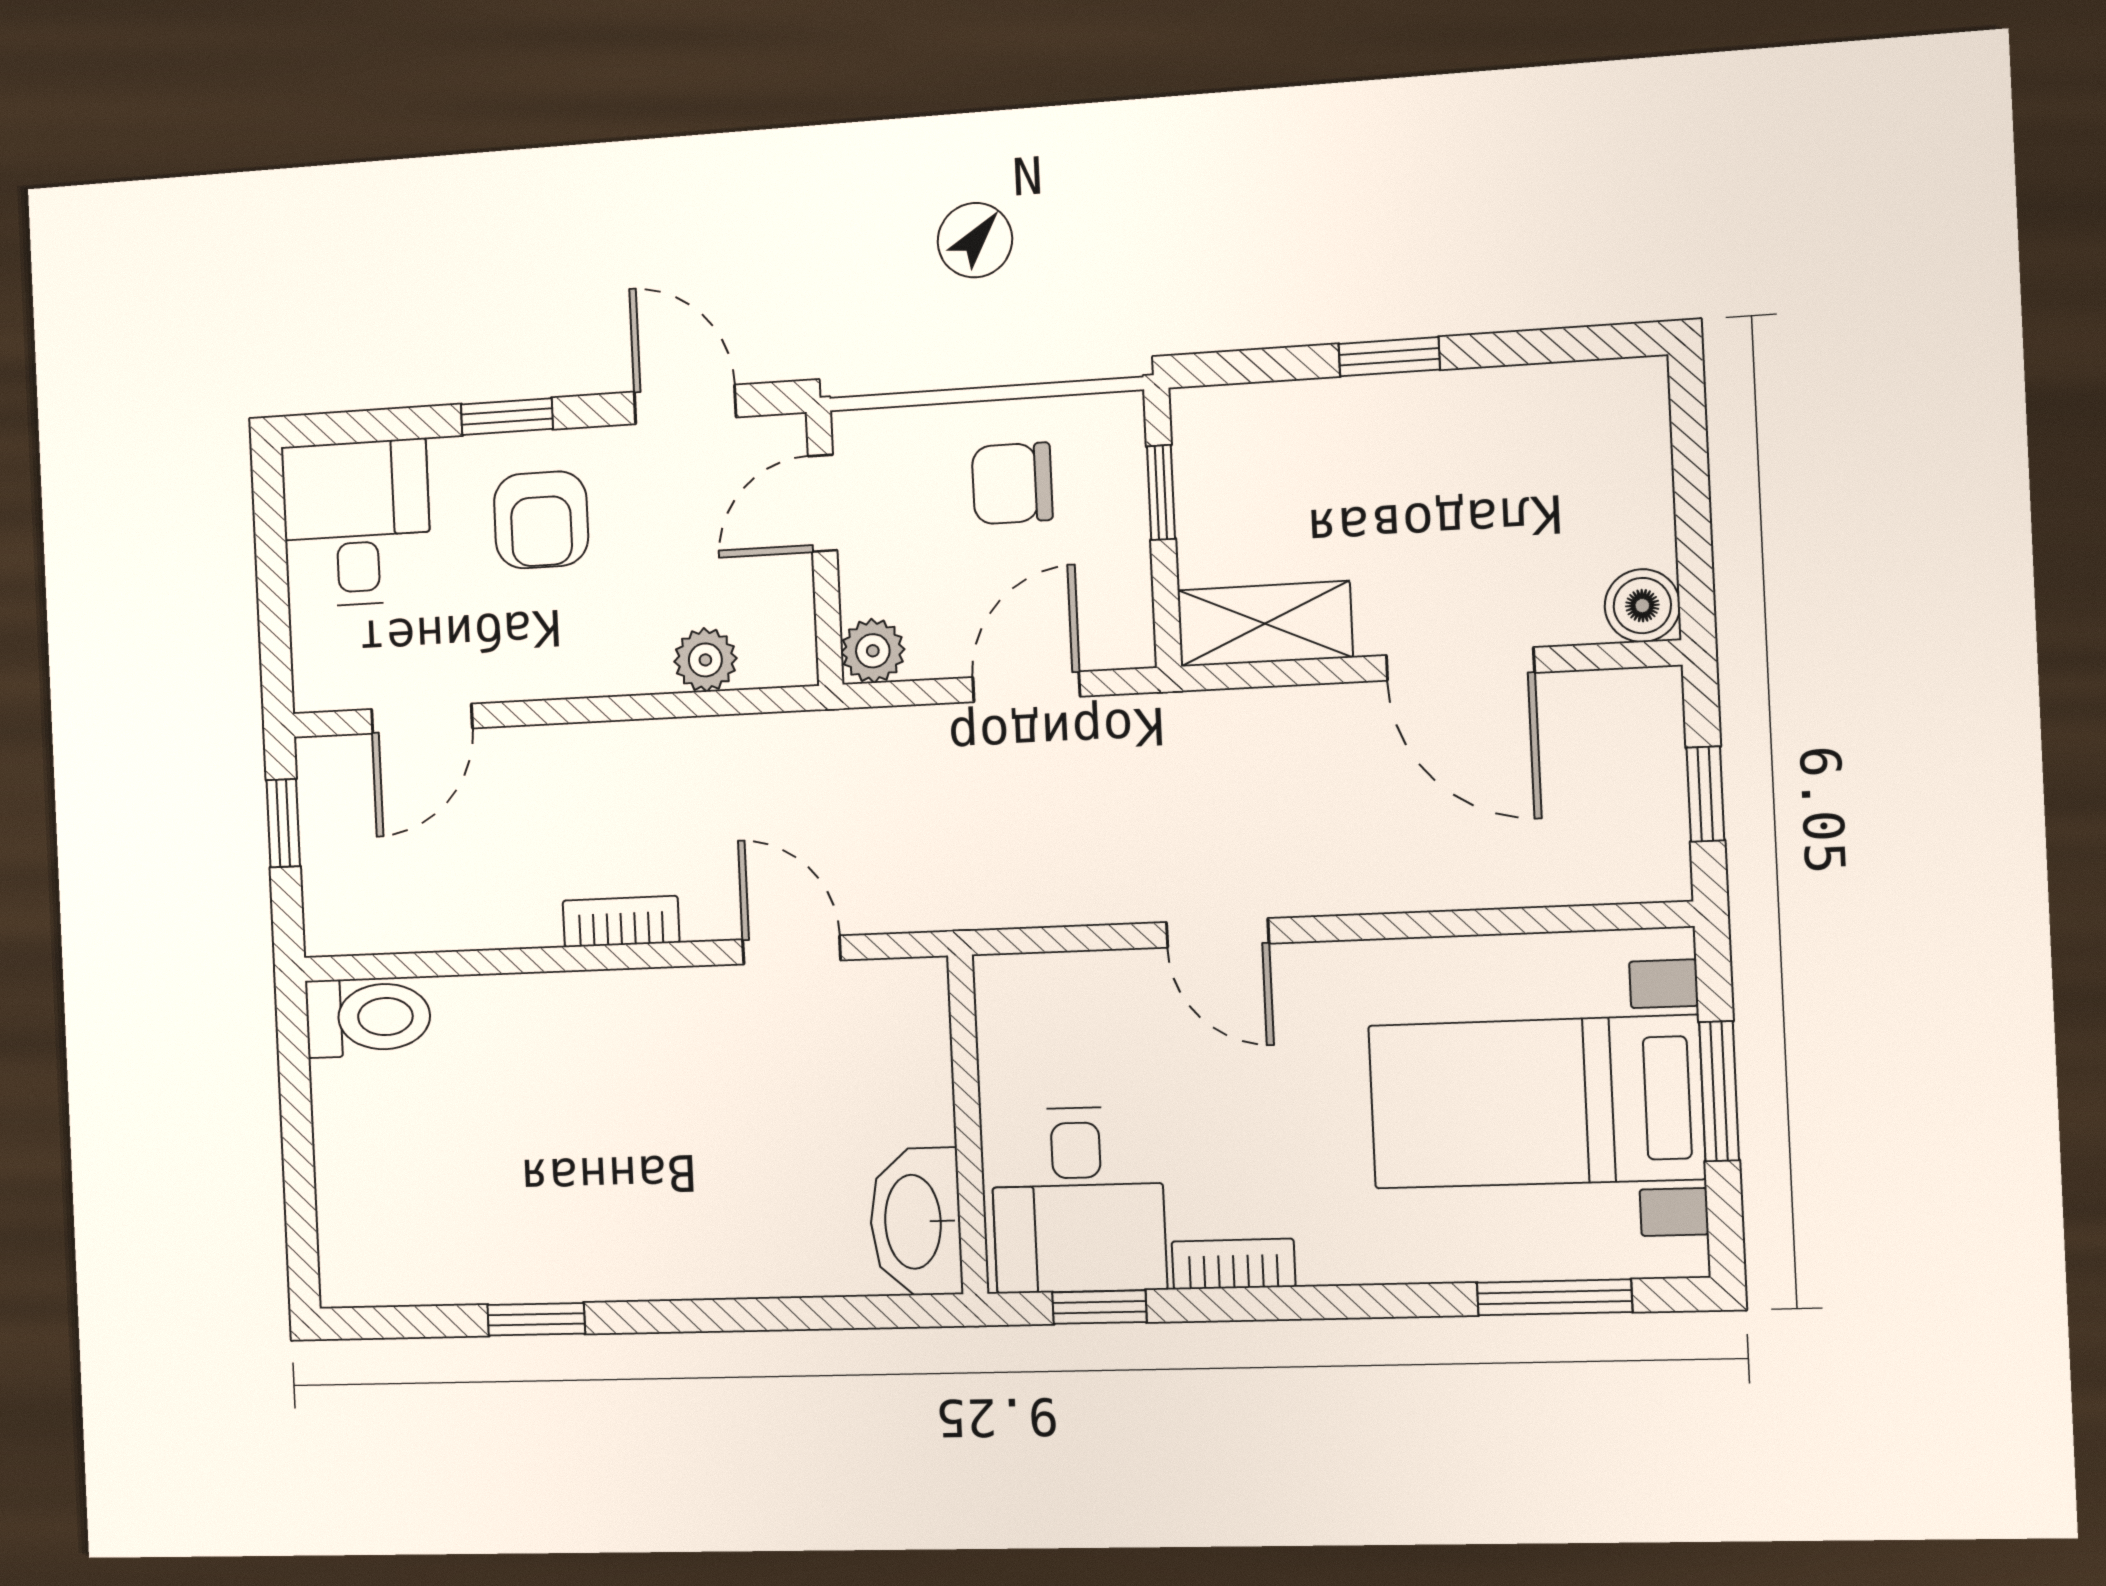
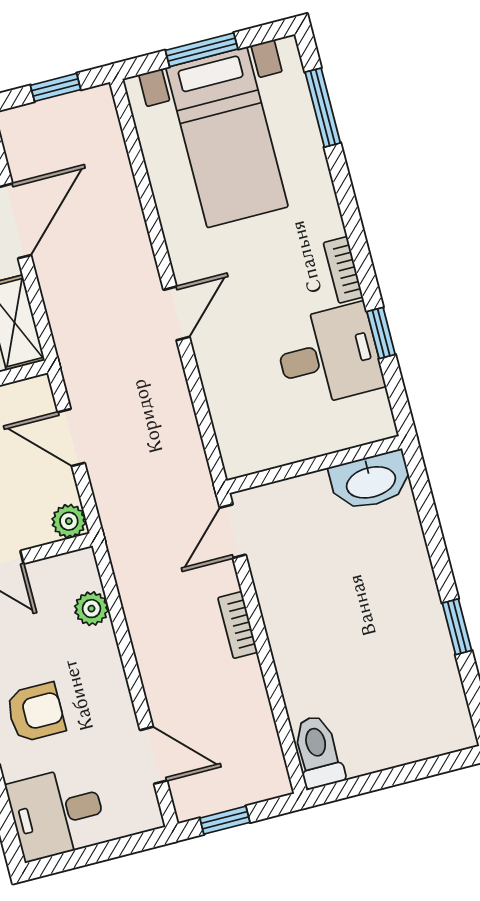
wall: (968, 1124) -> (314, 465), moved
washbasin: (916, 1222) -> (371, 481), moved

